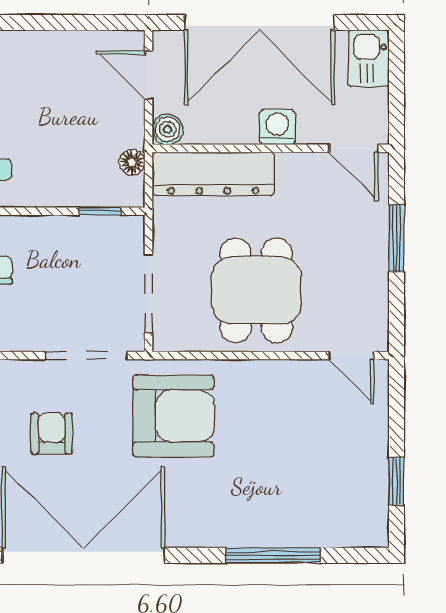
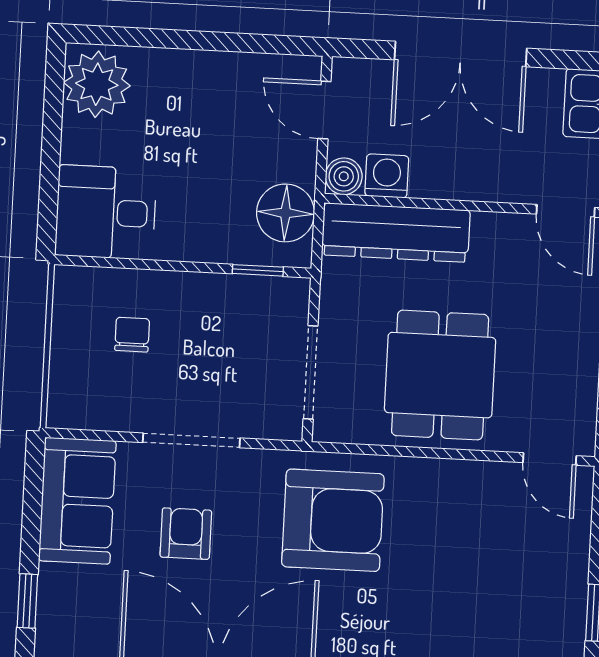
double door: (259, 23) -> (461, 54), width x0.73
washing machine: (277, 127) -> (387, 176), moved
floor lamp: (132, 162) -> (286, 213), width x1.89, depth x1.89
doorway: (86, 356) -> (191, 440), moved

